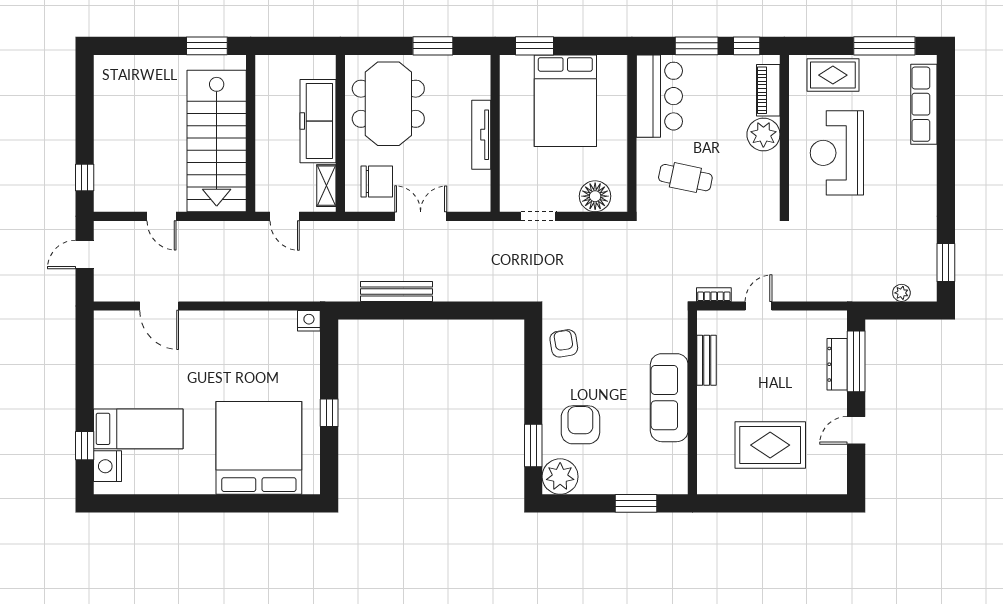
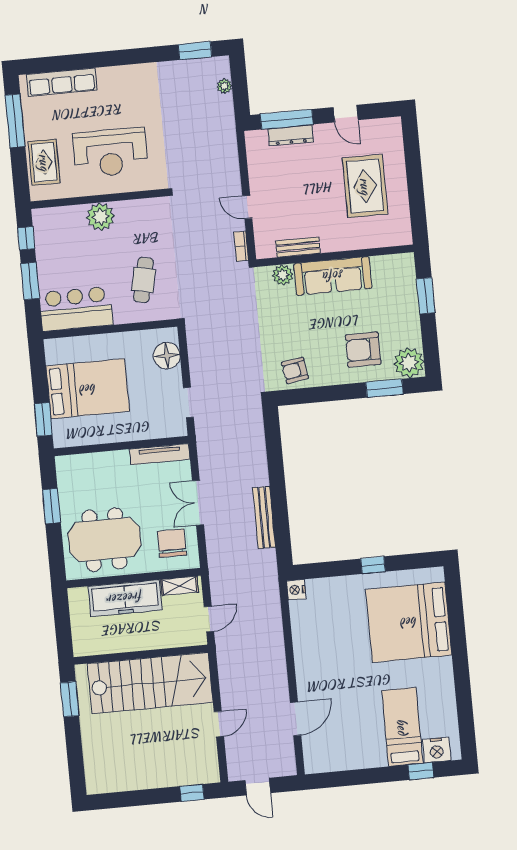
piano: (768, 90) -> (62, 216), removed
tv unit: (481, 135) -> (160, 454), moved
plant: (676, 340) -> (283, 275), added

